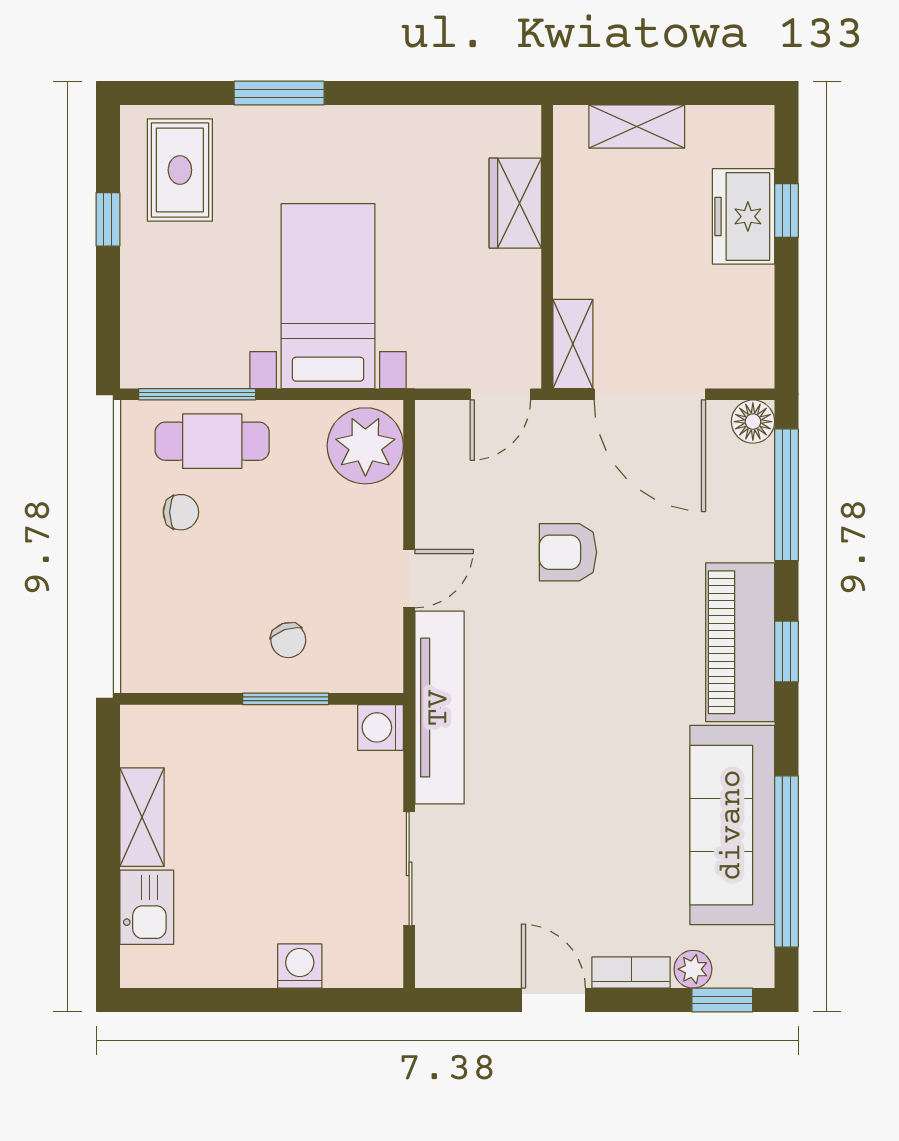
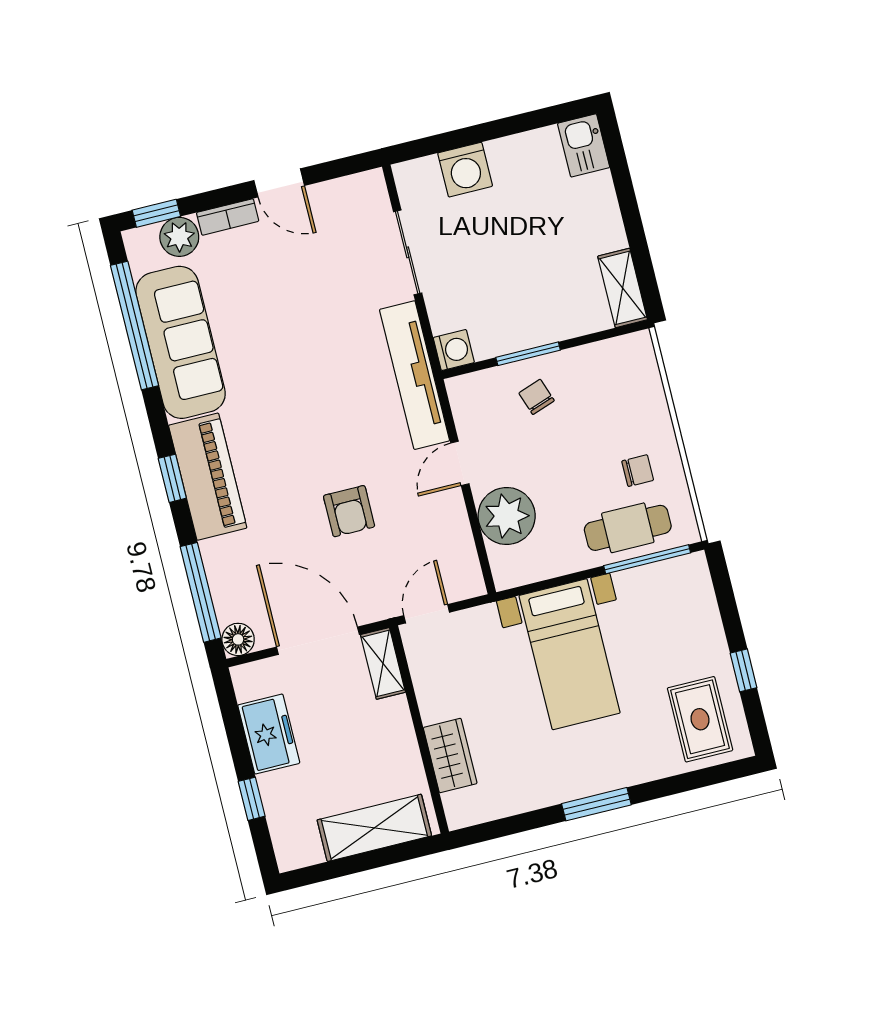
window: (279, 93) -> (596, 804), moved
shelving: (637, 127) -> (374, 828), width x1.50, depth x1.33
freezer: (744, 216) -> (269, 734), moved
plant: (365, 446) -> (507, 516), moved
chair: (181, 512) -> (638, 471), turned 180
armchair: (568, 552) -> (349, 511), turned 90
shelving: (142, 817) -> (623, 288), moved
kitchen sink: (147, 907) -> (584, 145), moved
washing machine: (300, 966) -> (465, 170), width x1.38, depth x1.38
plant: (693, 969) -> (179, 237), width x1.38, depth x1.38

